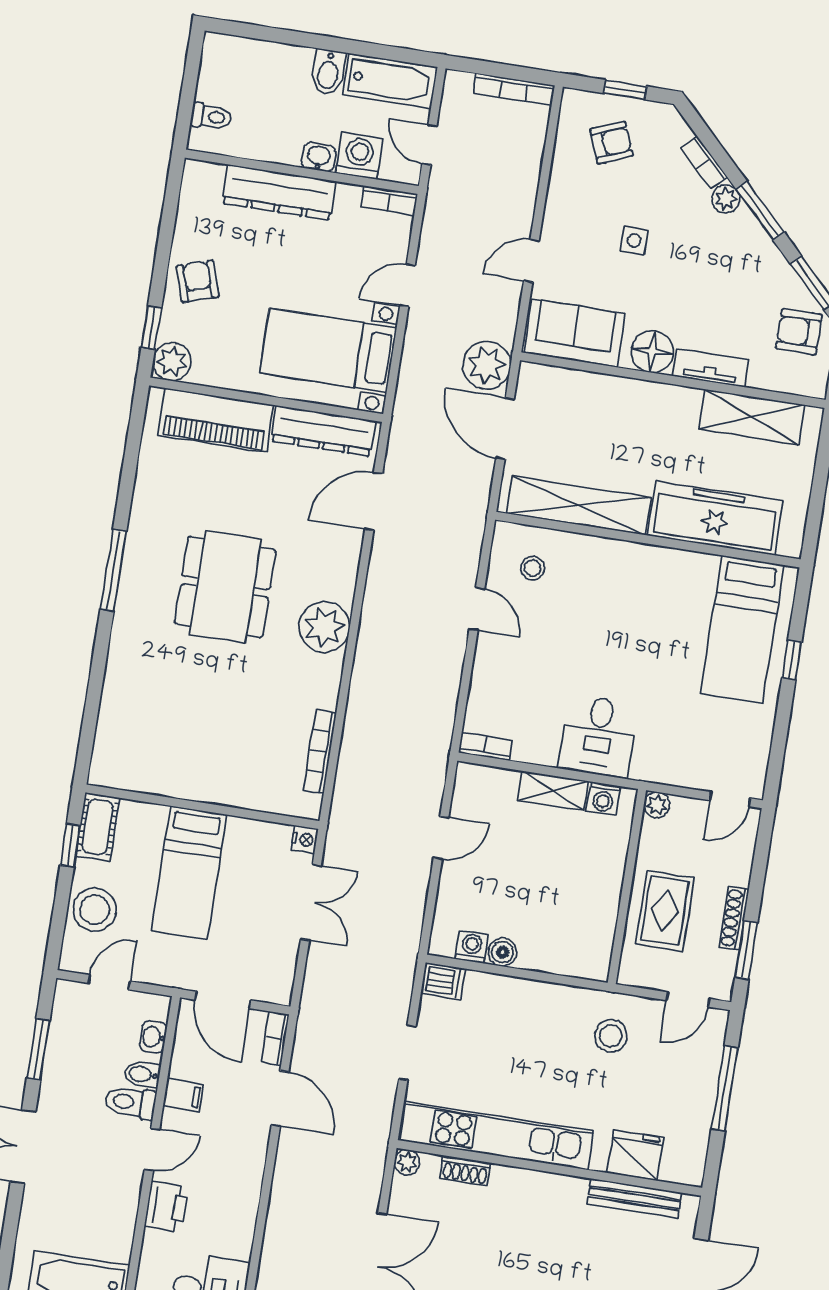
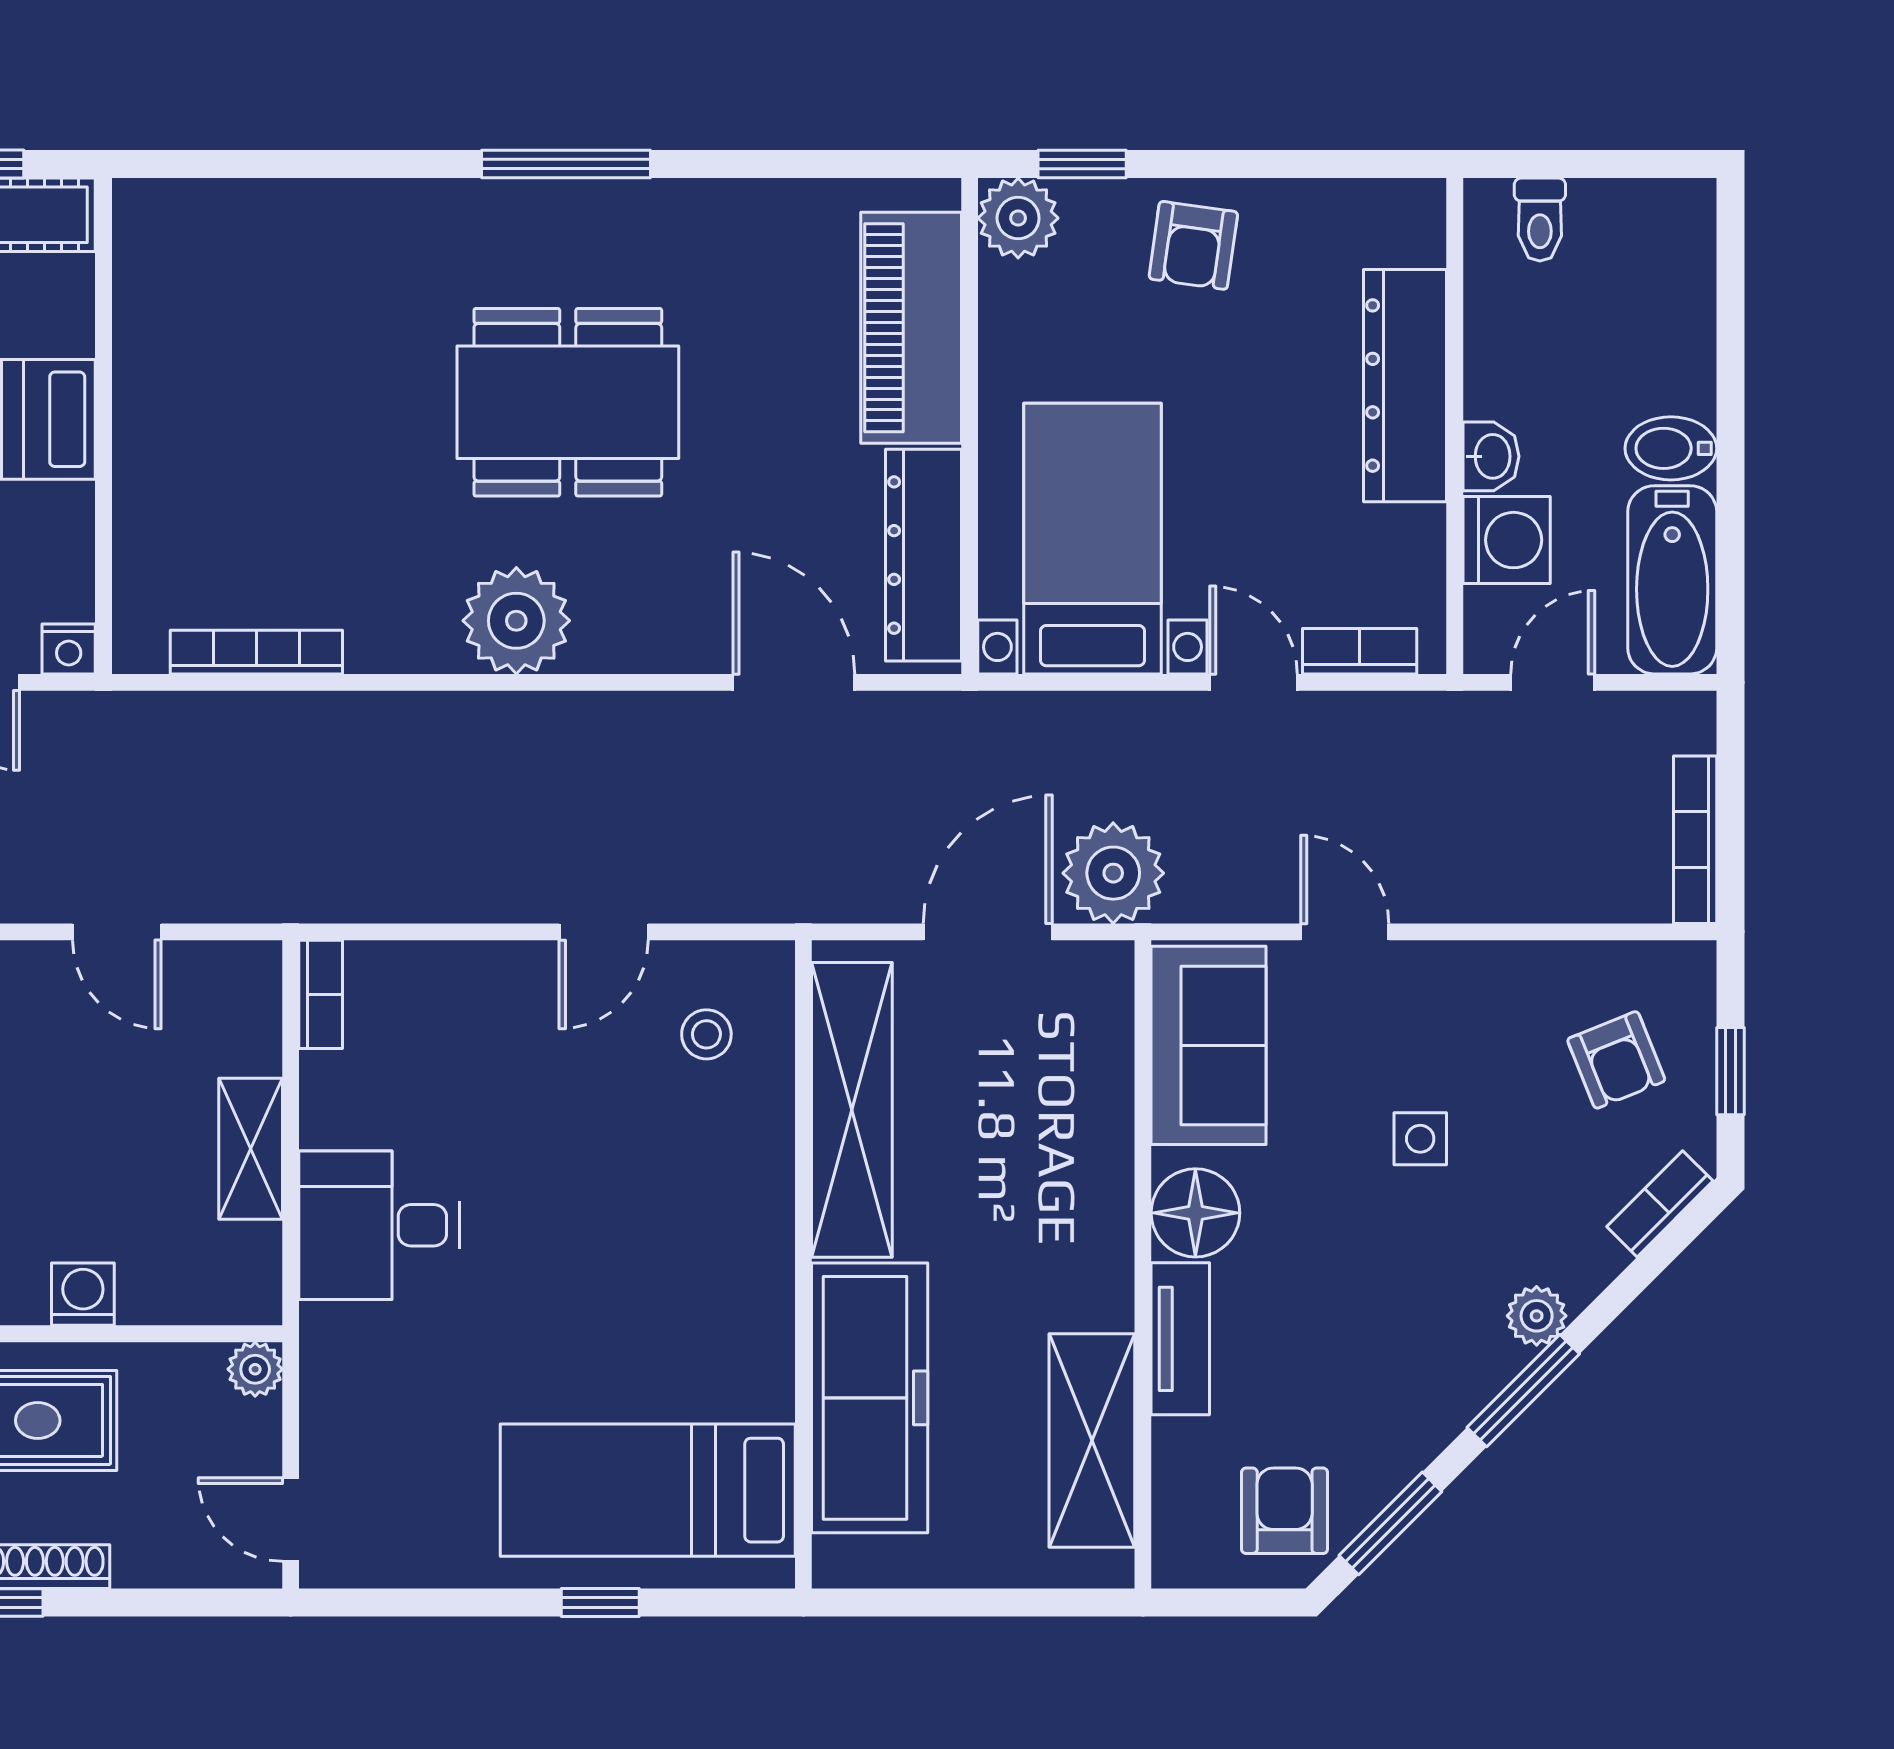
bookcase: (704, 162) -> (1660, 1204), moved
bookcase: (389, 201) -> (1360, 651), moved, turned 90
armchair: (198, 281) -> (1193, 245), turned 116
washing machine: (603, 798) -> (83, 1294), moved, turned 90

